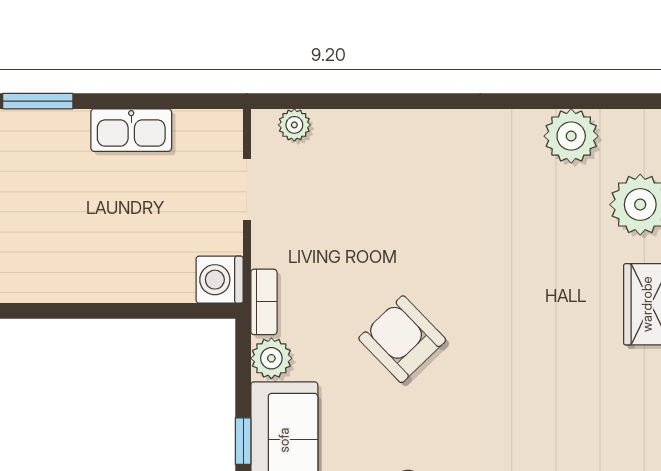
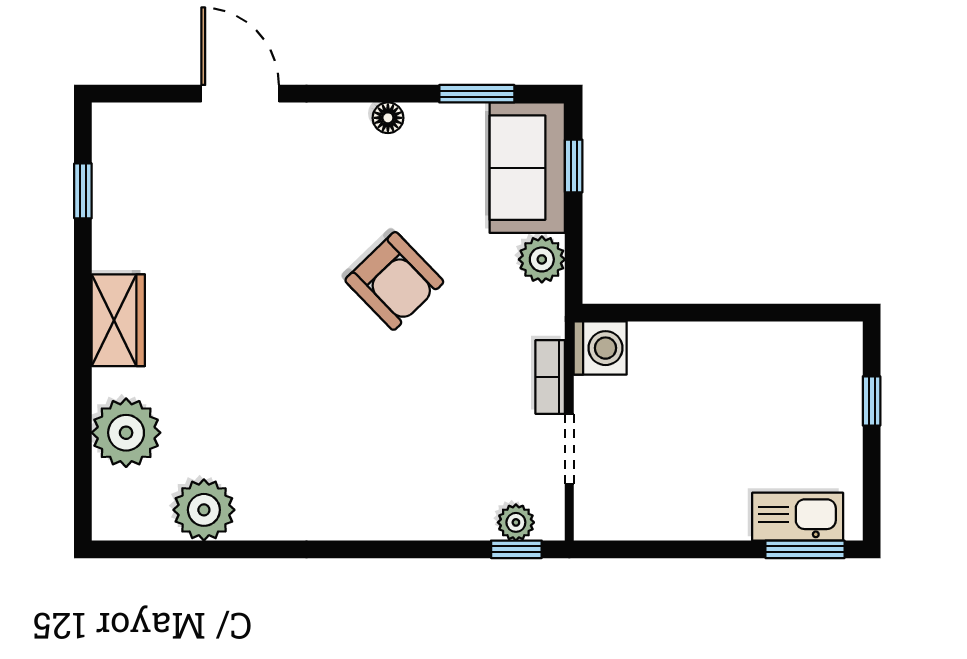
window: (294, 101) -> (516, 549), added
kitchen sink: (131, 130) -> (798, 517), moved
bookcase: (264, 302) -> (550, 377), moved

